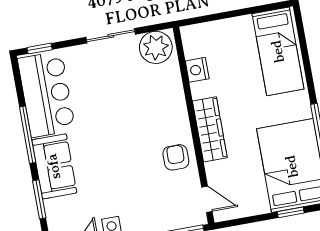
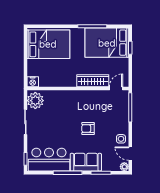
bed: (278, 51) -> (48, 44), width x1.50
nightstand: (197, 70) -> (33, 82), moved
wardrobe: (210, 129) -> (93, 81), moved
armchair: (176, 157) -> (88, 128), moved

